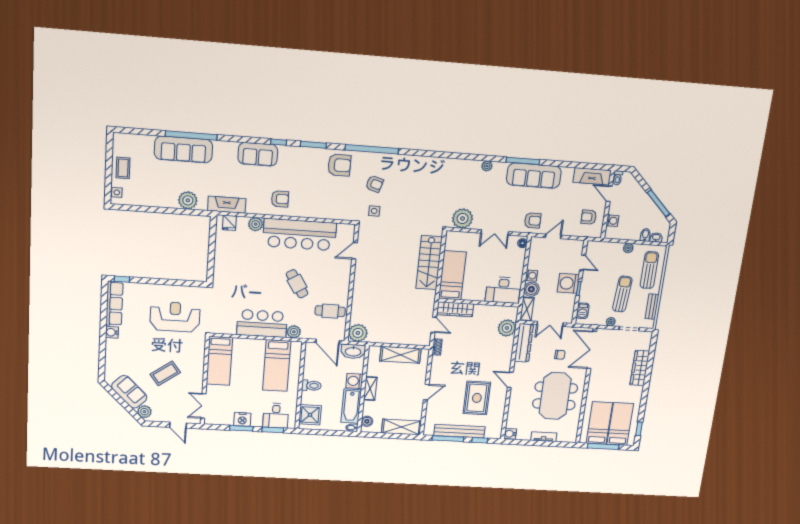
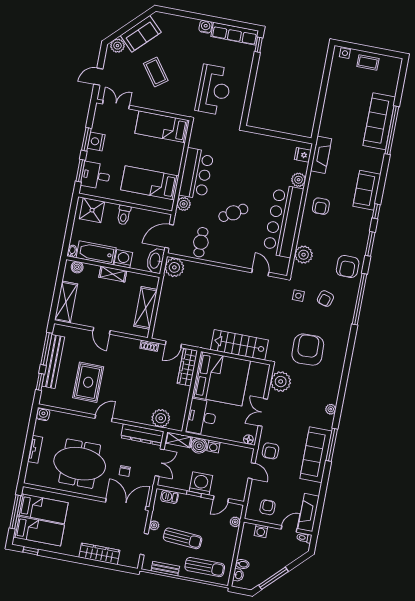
armchair: (428, 195) -> (308, 350), added
plant: (188, 200) -> (304, 255), moved
plant: (628, 248) -> (235, 522), moved
bed: (452, 275) -> (221, 379), width x2.04
double door: (550, 324) -> (160, 463), swing flipped
rug: (477, 398) -> (88, 382), turned 90

